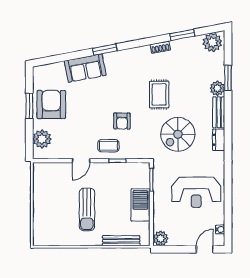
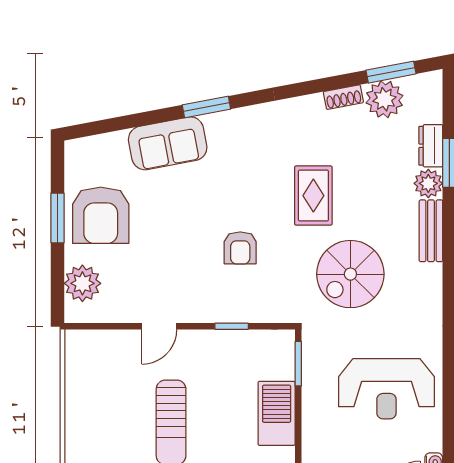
window: (182, 35) -> (391, 72), moved
plant: (212, 42) -> (384, 99), moved
shoe rack: (160, 47) -> (343, 97), moved
armchair: (51, 104) -> (101, 215), turned 180
dresser: (219, 140) -> (431, 146), moved
coffee table: (108, 146) -> (214, 297), removed

